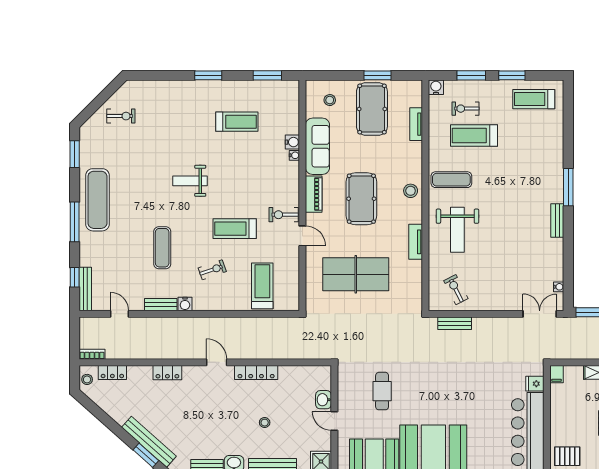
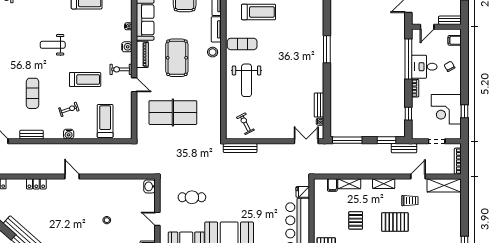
treadmill: (474, 136) -> (259, 12), turned 180
water cooler: (292, 142) -> (127, 47), moved
bench: (557, 221) -> (319, 105), moved
treadmill: (235, 229) -> (85, 79), turned 180
tv unit: (416, 242) -> (216, 29), moved
water cooler: (185, 304) -> (69, 134), moved
bench: (455, 323) -> (240, 148), width x1.36
locker: (256, 373) -> (101, 184), removed
filing cabinet: (557, 374) -> (332, 185), moved
cafe table: (382, 391) -> (192, 197), turned 90
washbasin: (323, 400) -> (149, 186), moved

